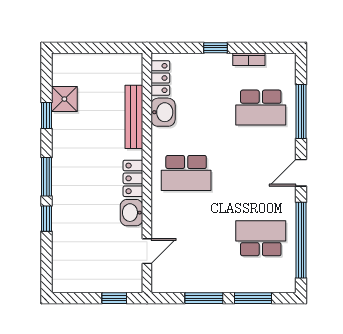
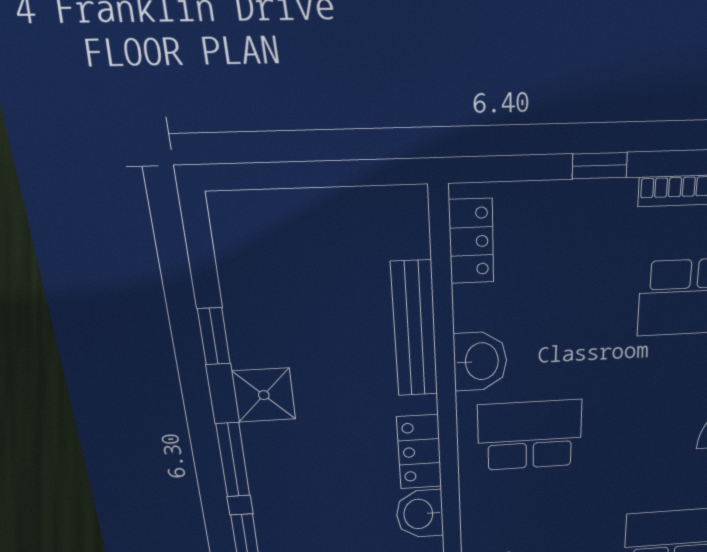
shower: (64, 99) -> (264, 395), moved
washbasin: (163, 112) -> (480, 361), moved
school desk: (186, 173) -> (530, 435), turned 180

